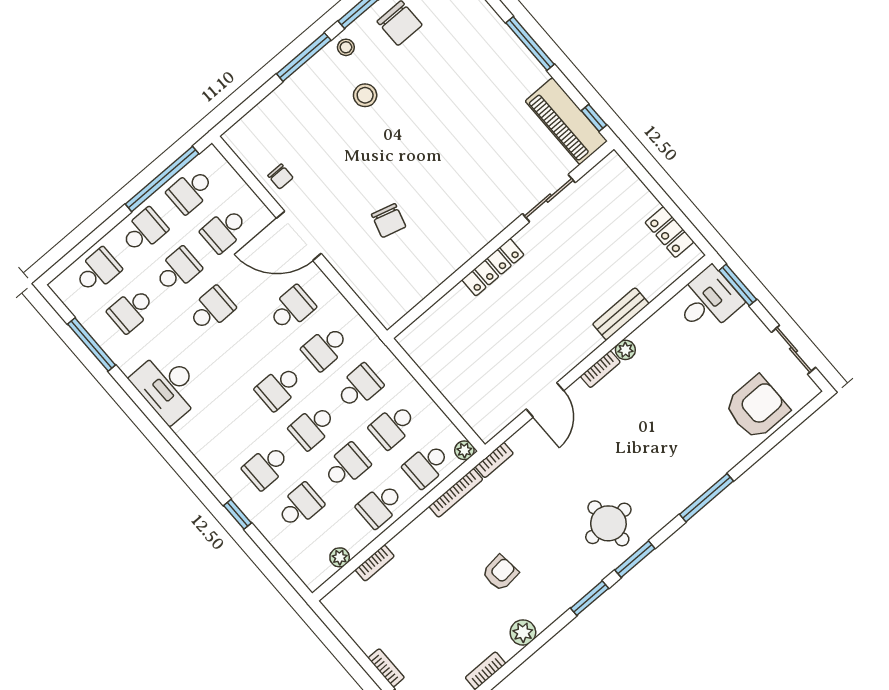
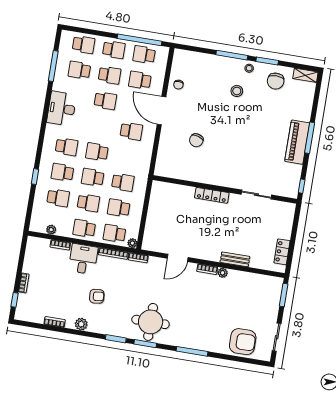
piano: (566, 121) -> (297, 142), moved
desk: (708, 301) -> (83, 259), moved, turned -90
school desk: (325, 348) -> (67, 147), moved, turned 180
round table: (608, 523) -> (151, 322), width x1.36, depth x1.36

